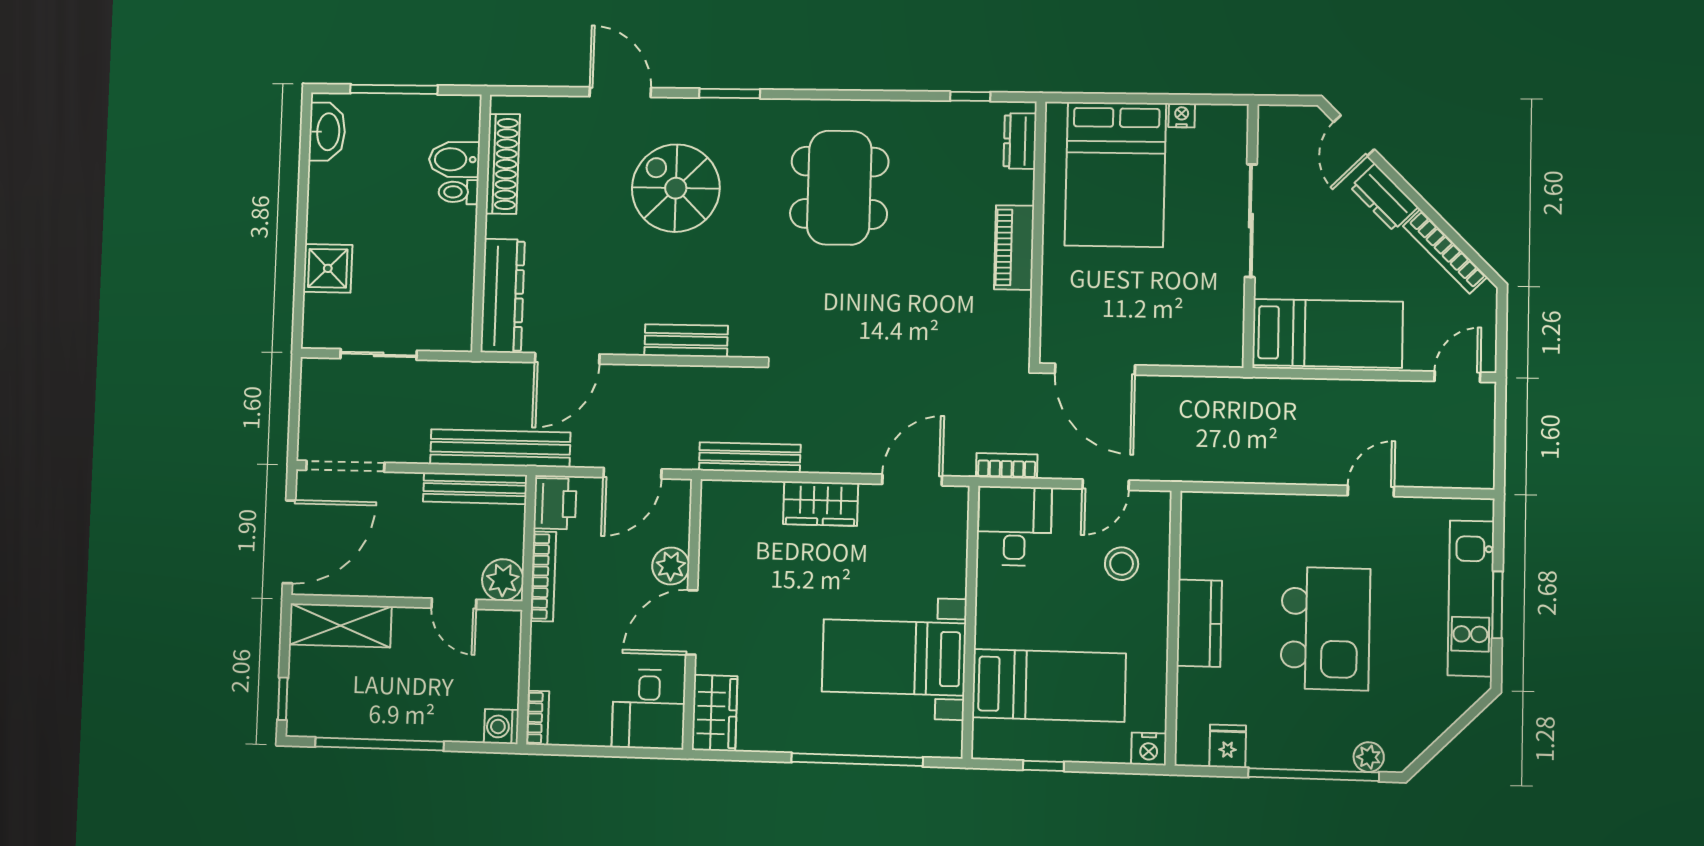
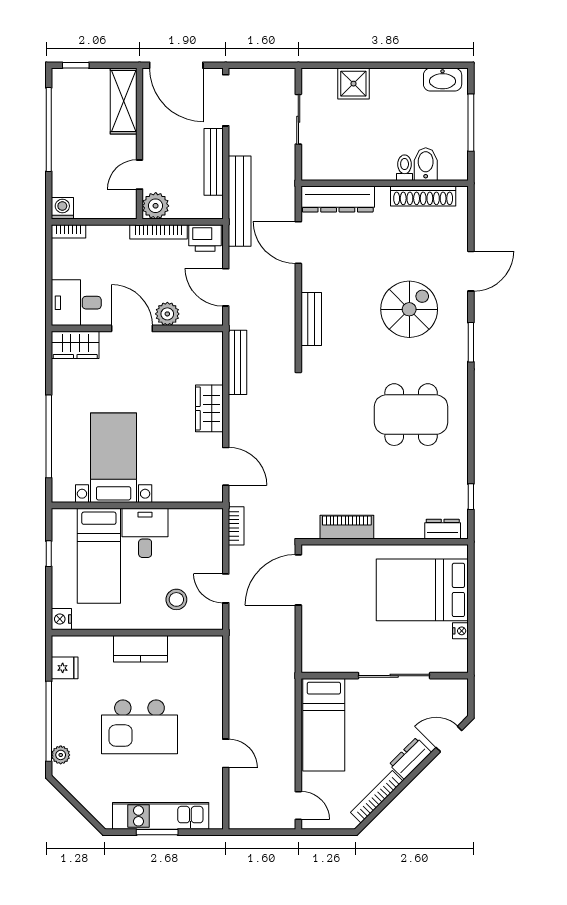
piano: (1014, 248) -> (347, 527), moved
bench: (475, 488) -> (214, 162), moved
desk: (1015, 526) -> (145, 533), moved, turned -90

